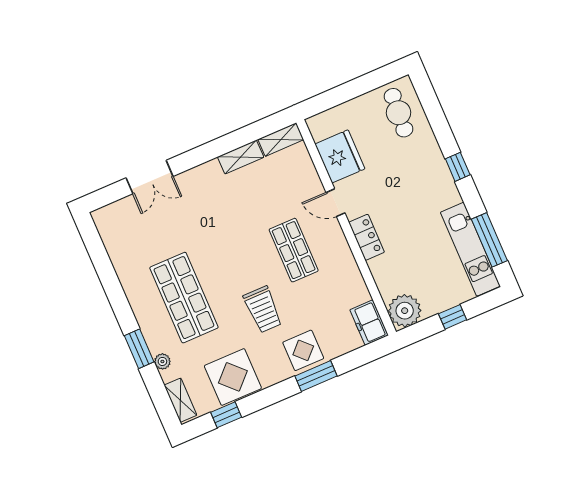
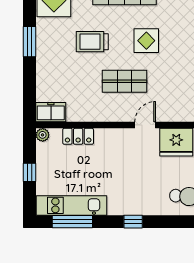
locker: (367, 237) -> (78, 136), moved
plant: (405, 311) -> (43, 135), width x0.53, depth x0.53
display table: (303, 350) -> (146, 41), moved
window: (316, 376) -> (29, 42), moved

